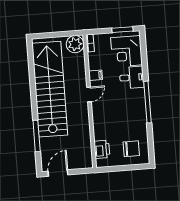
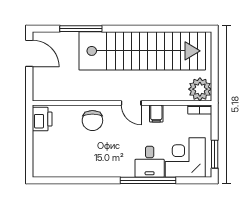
window: (148, 102) -> (148, 180), moved
printer: (102, 149) -> (42, 119), moved, turned -90
chair: (131, 149) -> (92, 121), moved

